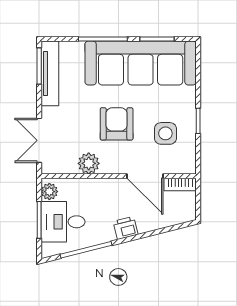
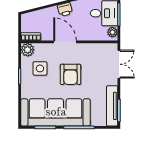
plant: (89, 163) -> (28, 50), moved
door: (145, 176) -> (65, 42), moved

